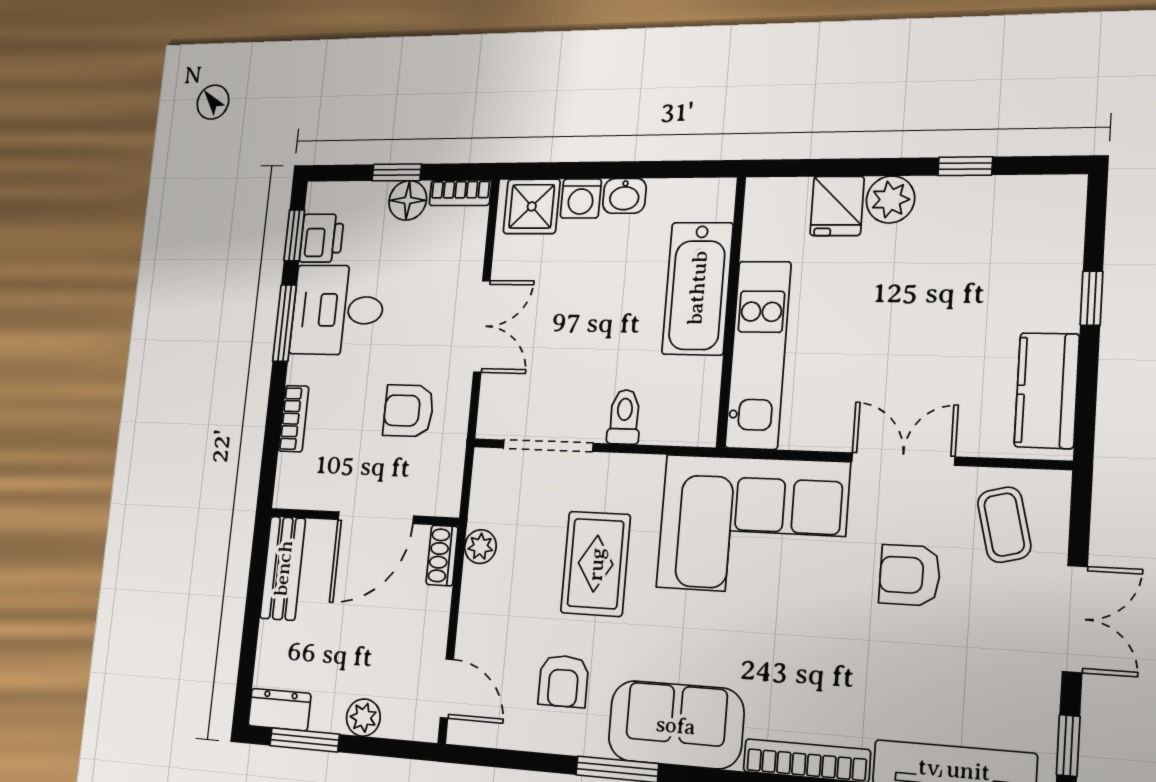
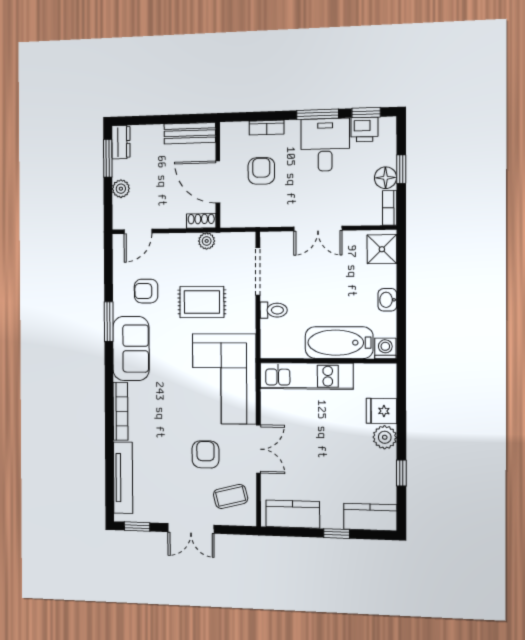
washing machine: (581, 198) -> (385, 348), moved, turned 90
kitchen counter: (1057, 228) -> (370, 517), added
armchair: (409, 411) -> (261, 171), moved

